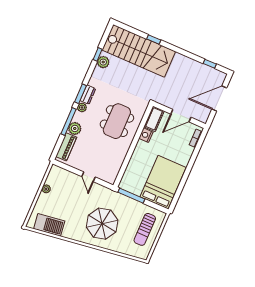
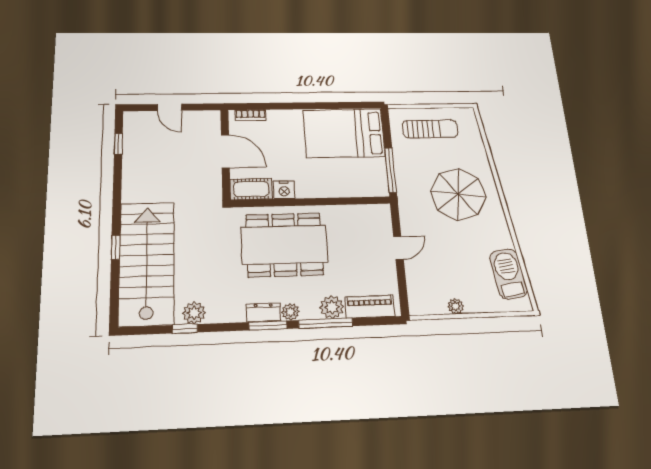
door: (219, 98) -> (169, 107), width x0.53
dining table: (117, 121) -> (284, 245), width x1.36, depth x1.24

